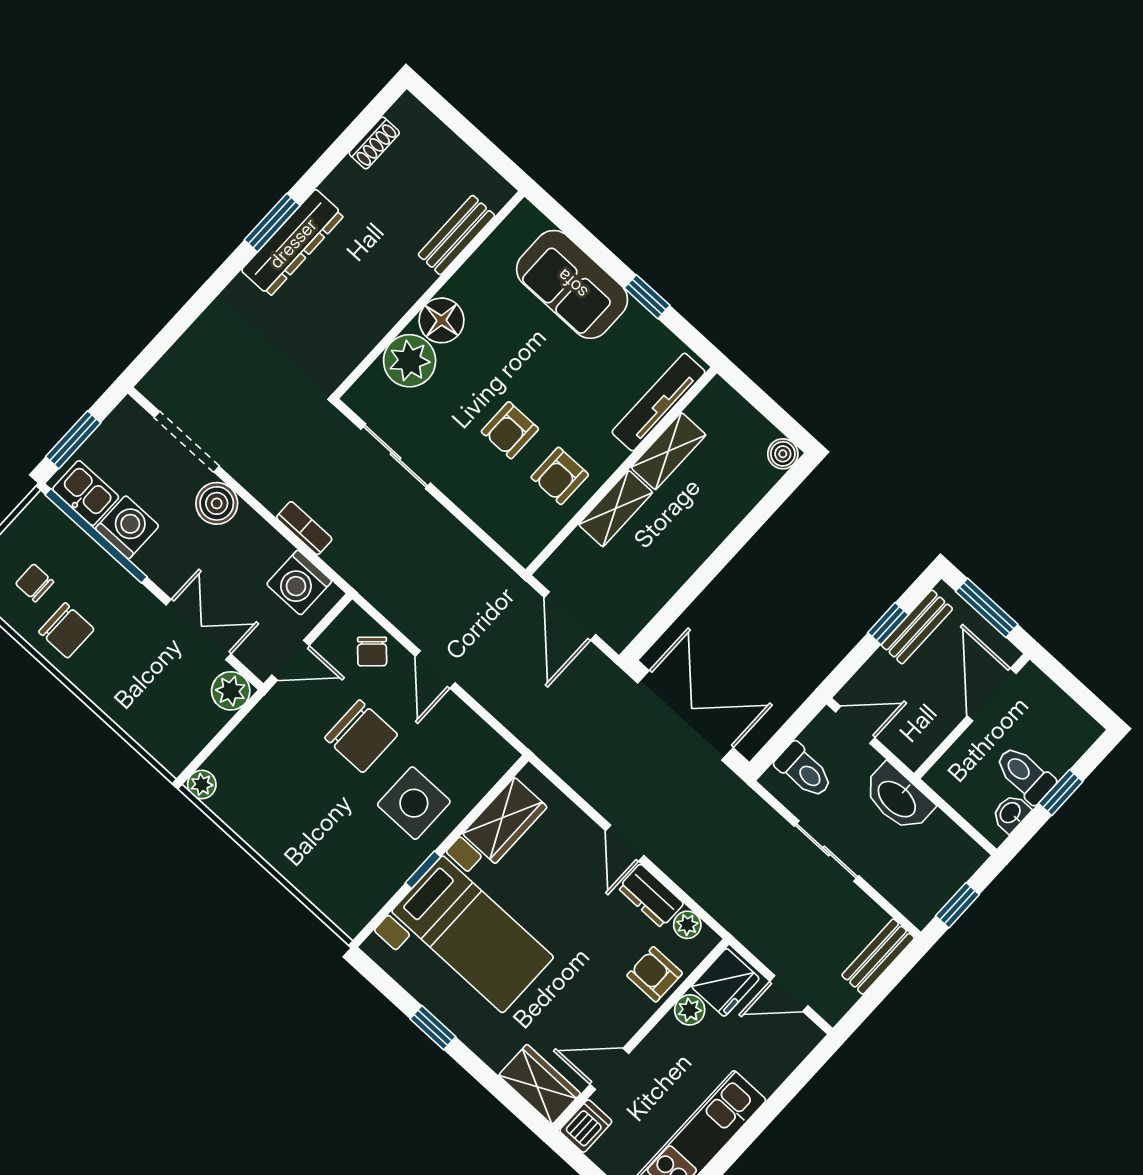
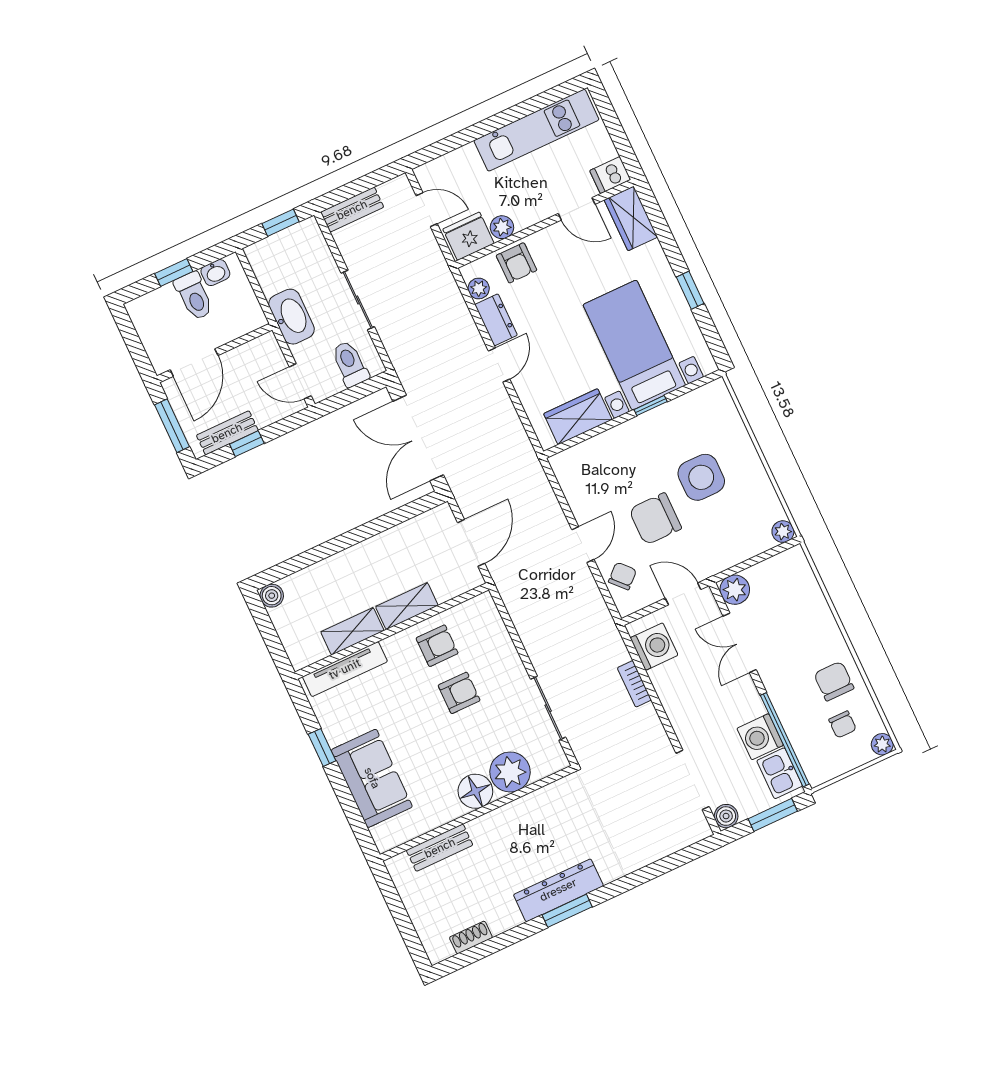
boiler: (217, 503) -> (726, 816), moved, width x0.73, depth x0.73
chair: (361, 736) -> (655, 519), turned -90
side table: (414, 803) -> (701, 477), moved

